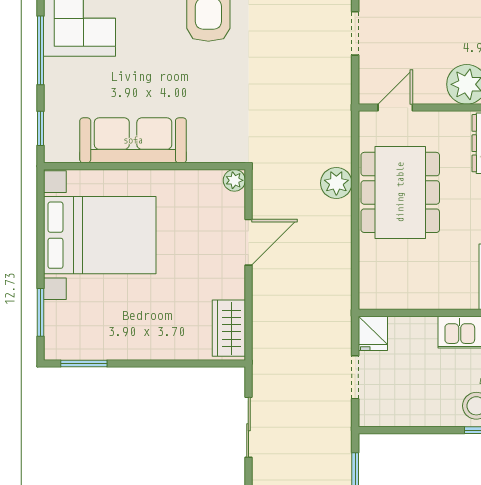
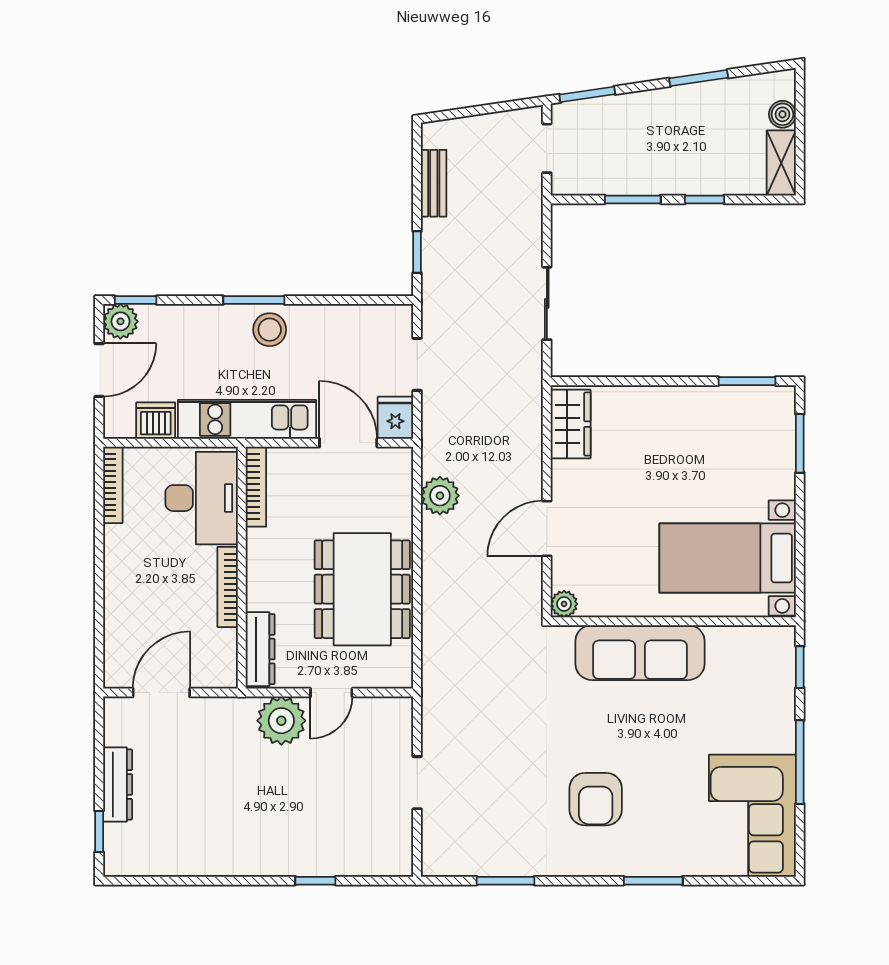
door: (395, 107) -> (331, 693), moved
sofa: (133, 140) -> (640, 653), moved
plant: (336, 183) -> (440, 496), moved
bed with nightstands: (100, 235) -> (728, 558), width x0.73
door: (412, 313) -> (348, 443), added

